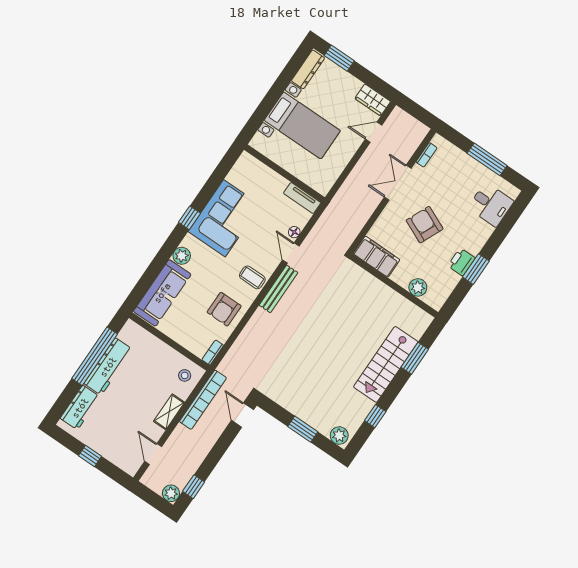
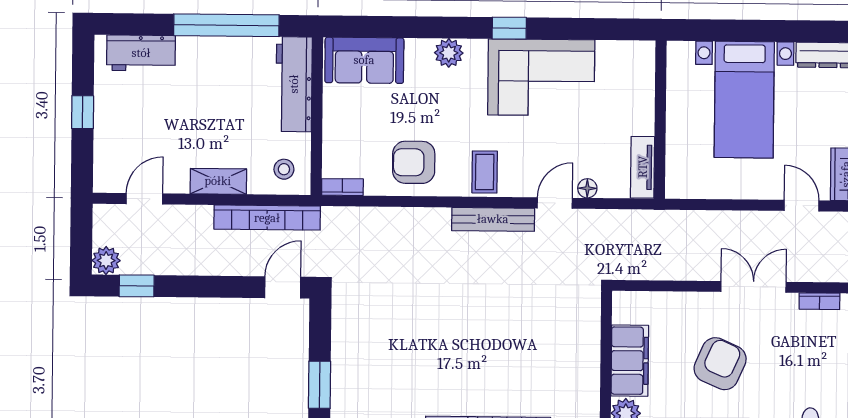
filing cabinet: (377, 257) -> (630, 361), moved
sofa: (162, 293) -> (364, 60), width x0.73
workbench: (108, 367) -> (294, 84), moved, turned 90

